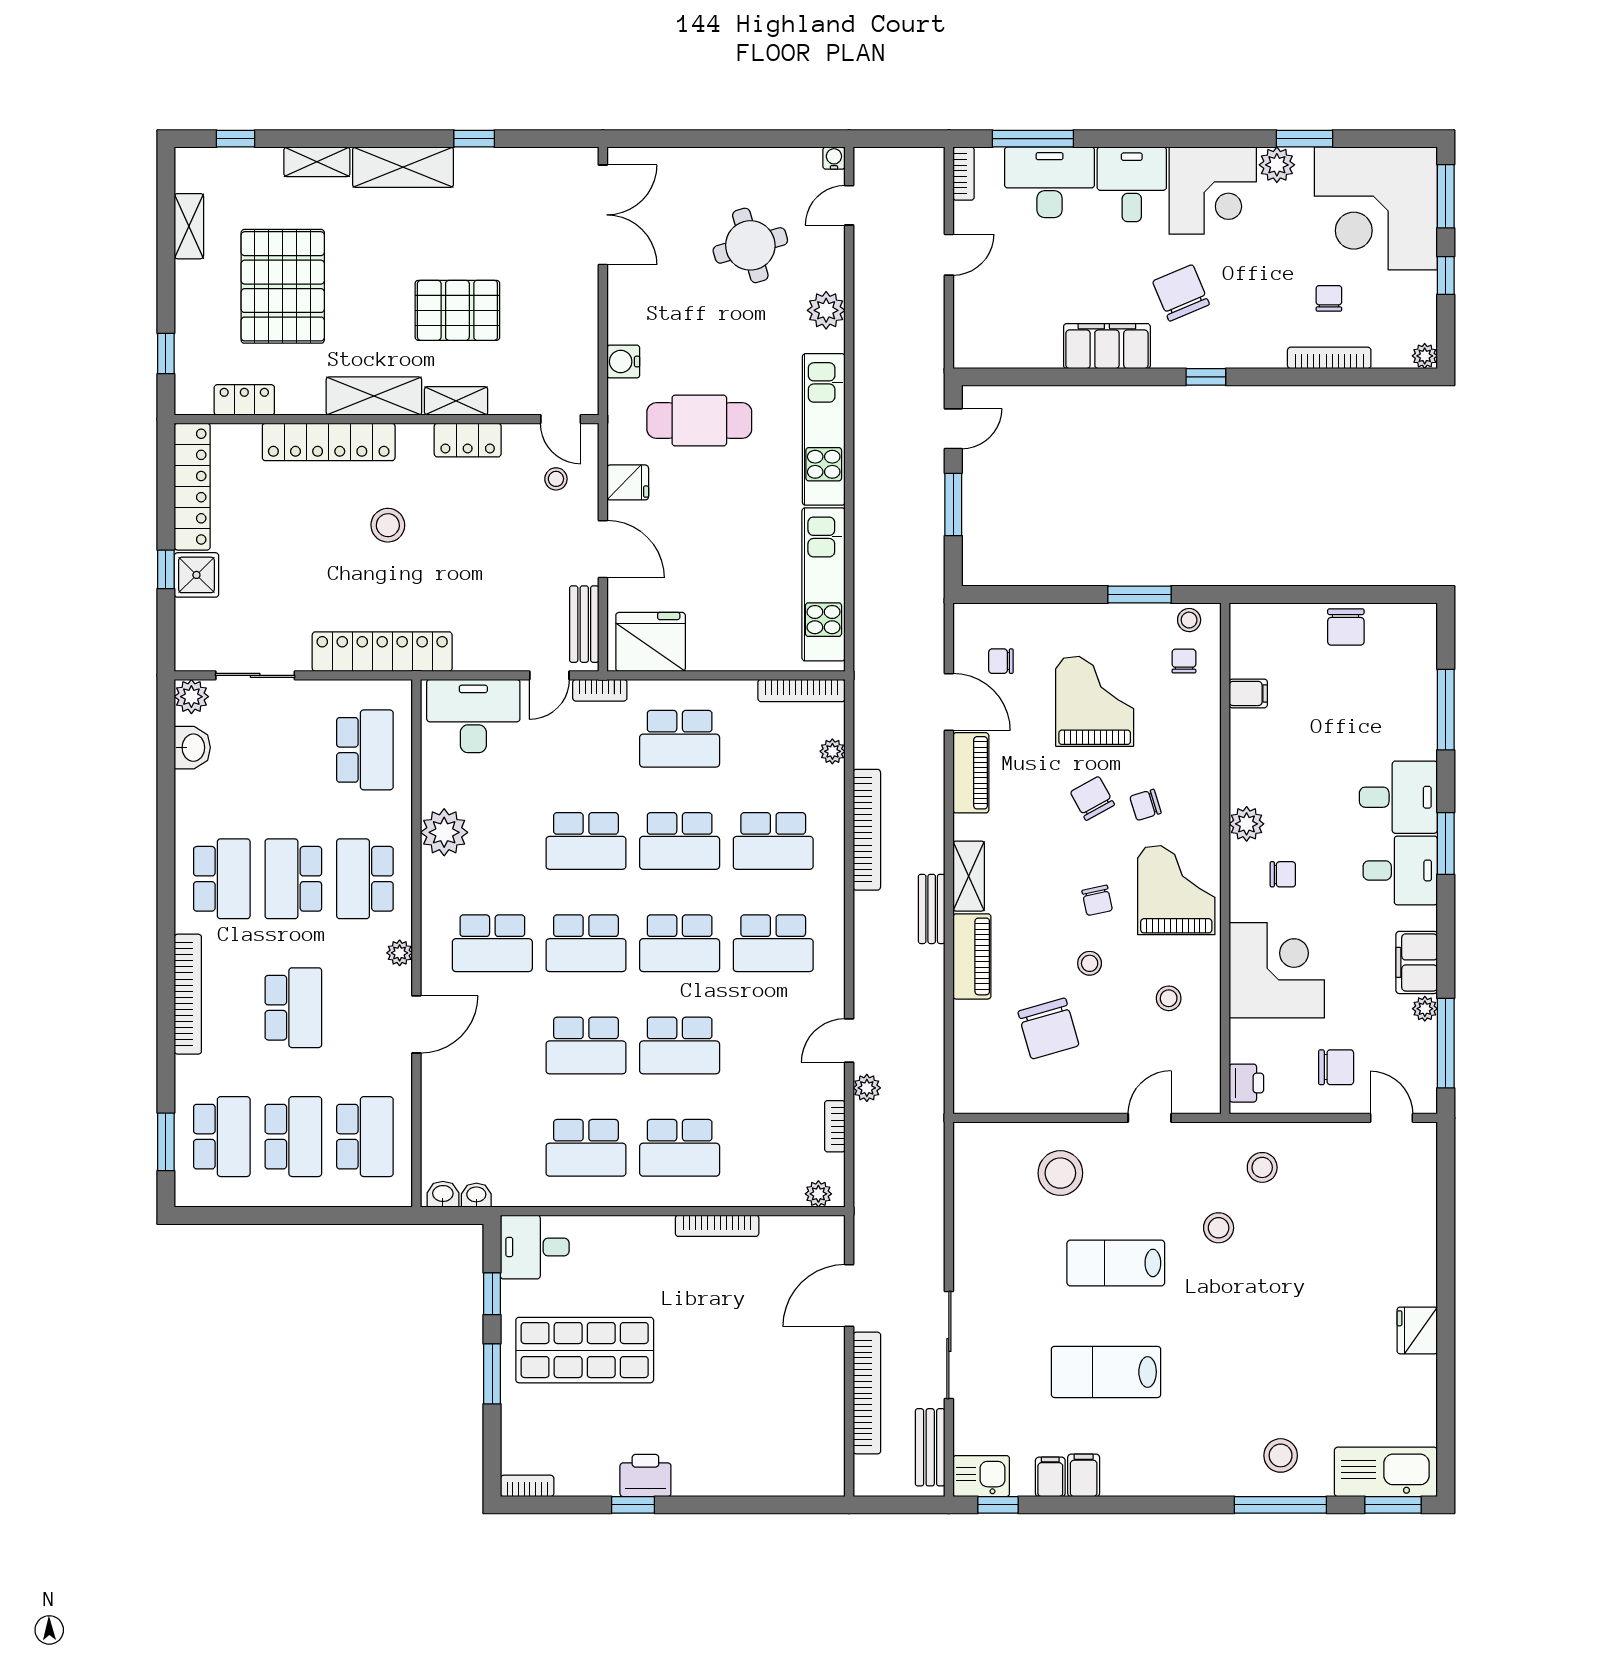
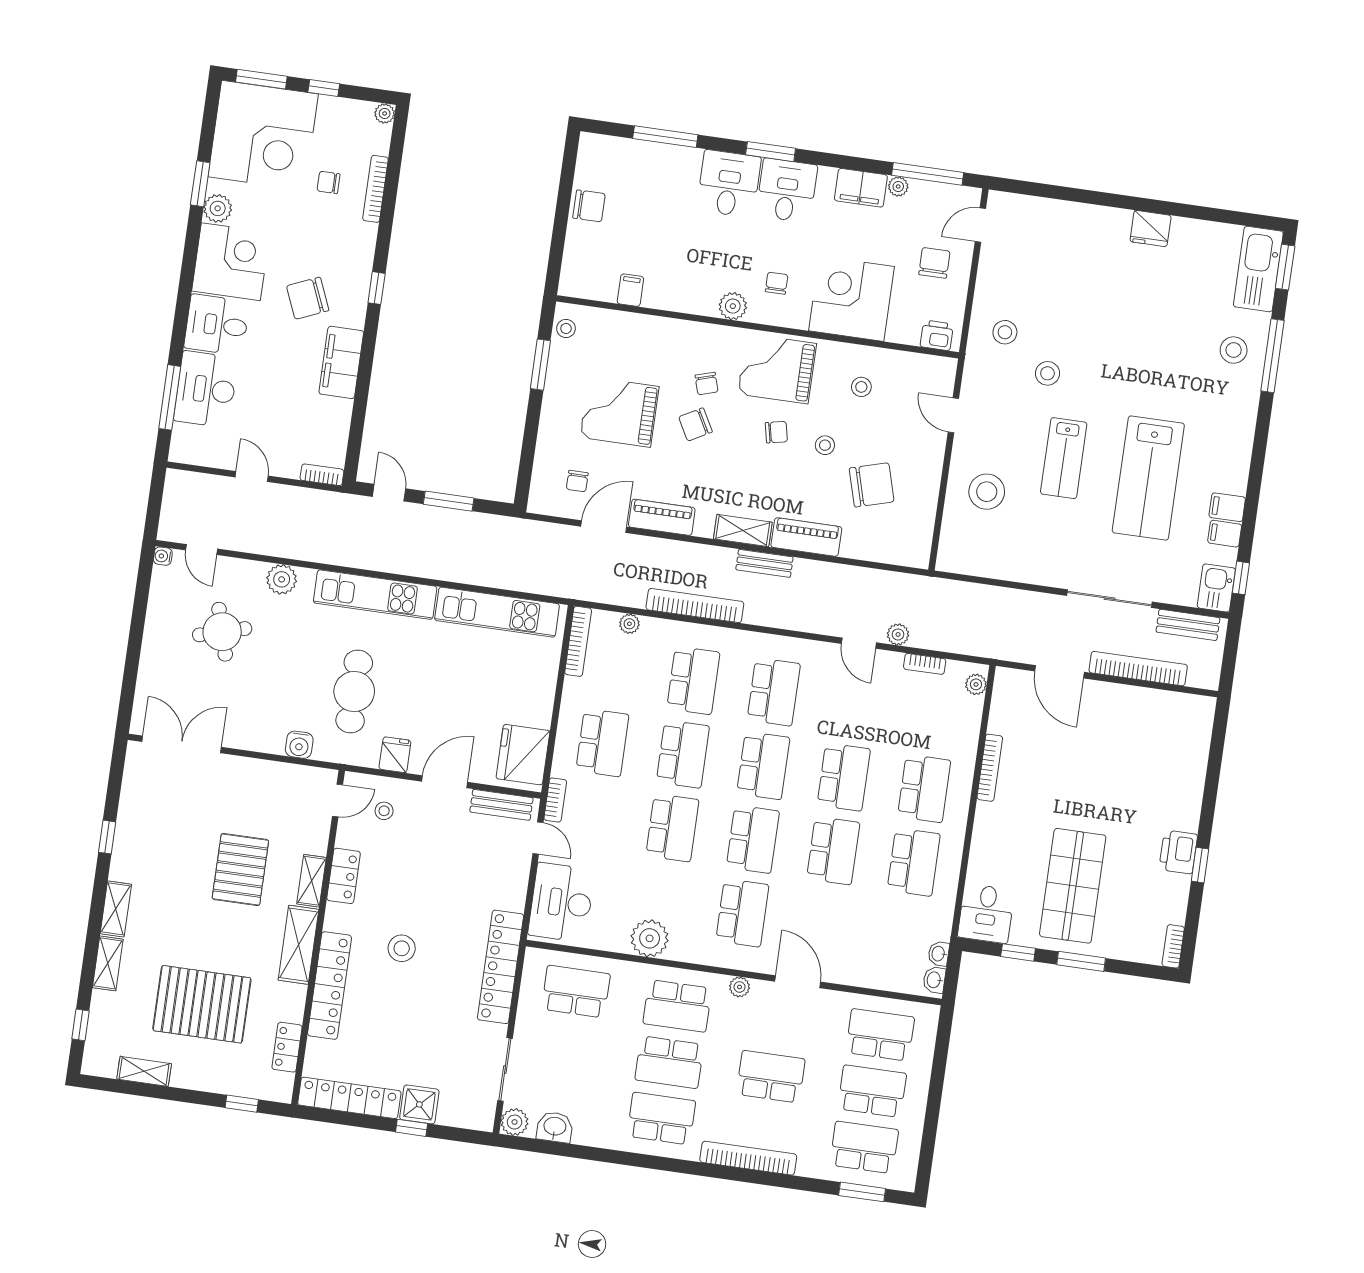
shelving: (403, 167) -> (116, 909), width x0.67, depth x0.75
bookcase: (964, 174) -> (322, 475), moved
chair: (1184, 661) -> (598, 337), removed
lab bench: (1106, 1372) -> (1148, 478), width x1.36, depth x1.39

